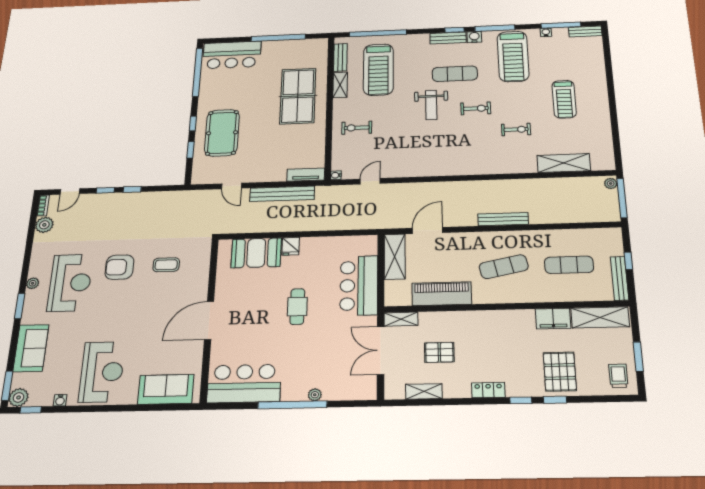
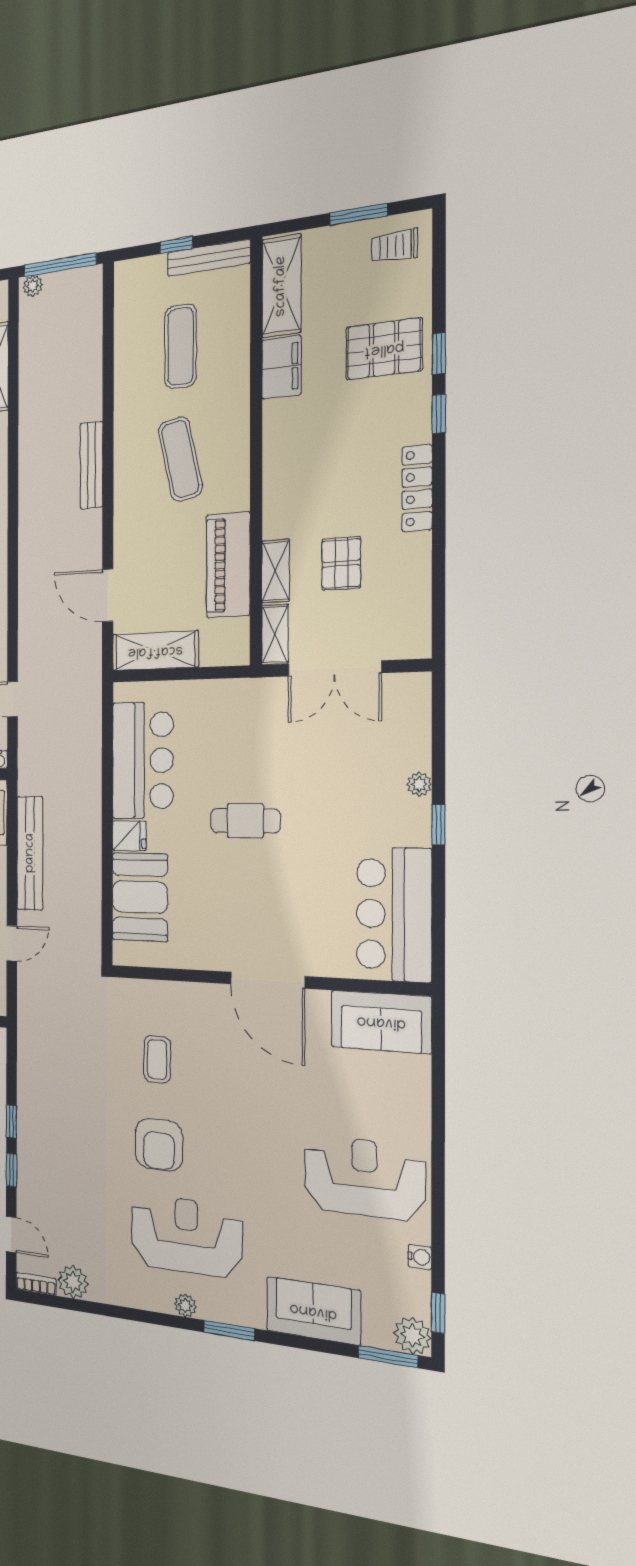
bar counter: (359, 285) -> (143, 760), moved, turned -90
sofa: (166, 389) -> (381, 1022), moved, turned -90
locker: (488, 390) -> (417, 488), width x1.53
shelving: (424, 391) -> (276, 571), moved
window: (292, 405) -> (438, 825), width x0.32

